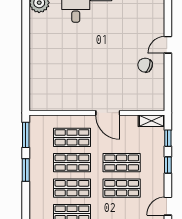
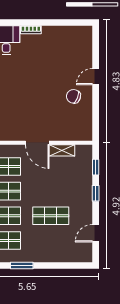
shelving: (151, 121) -> (62, 150), moved
shop shelf: (122, 163) -> (51, 191), removed

